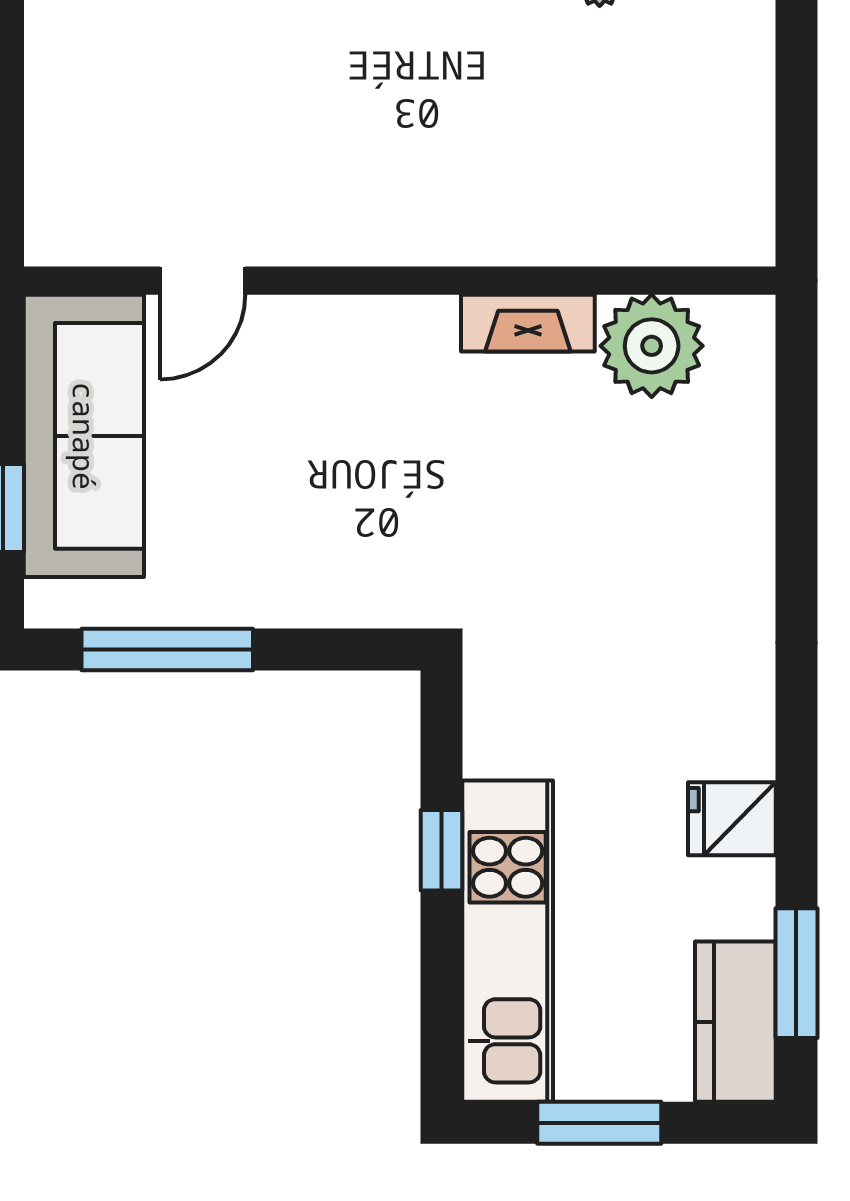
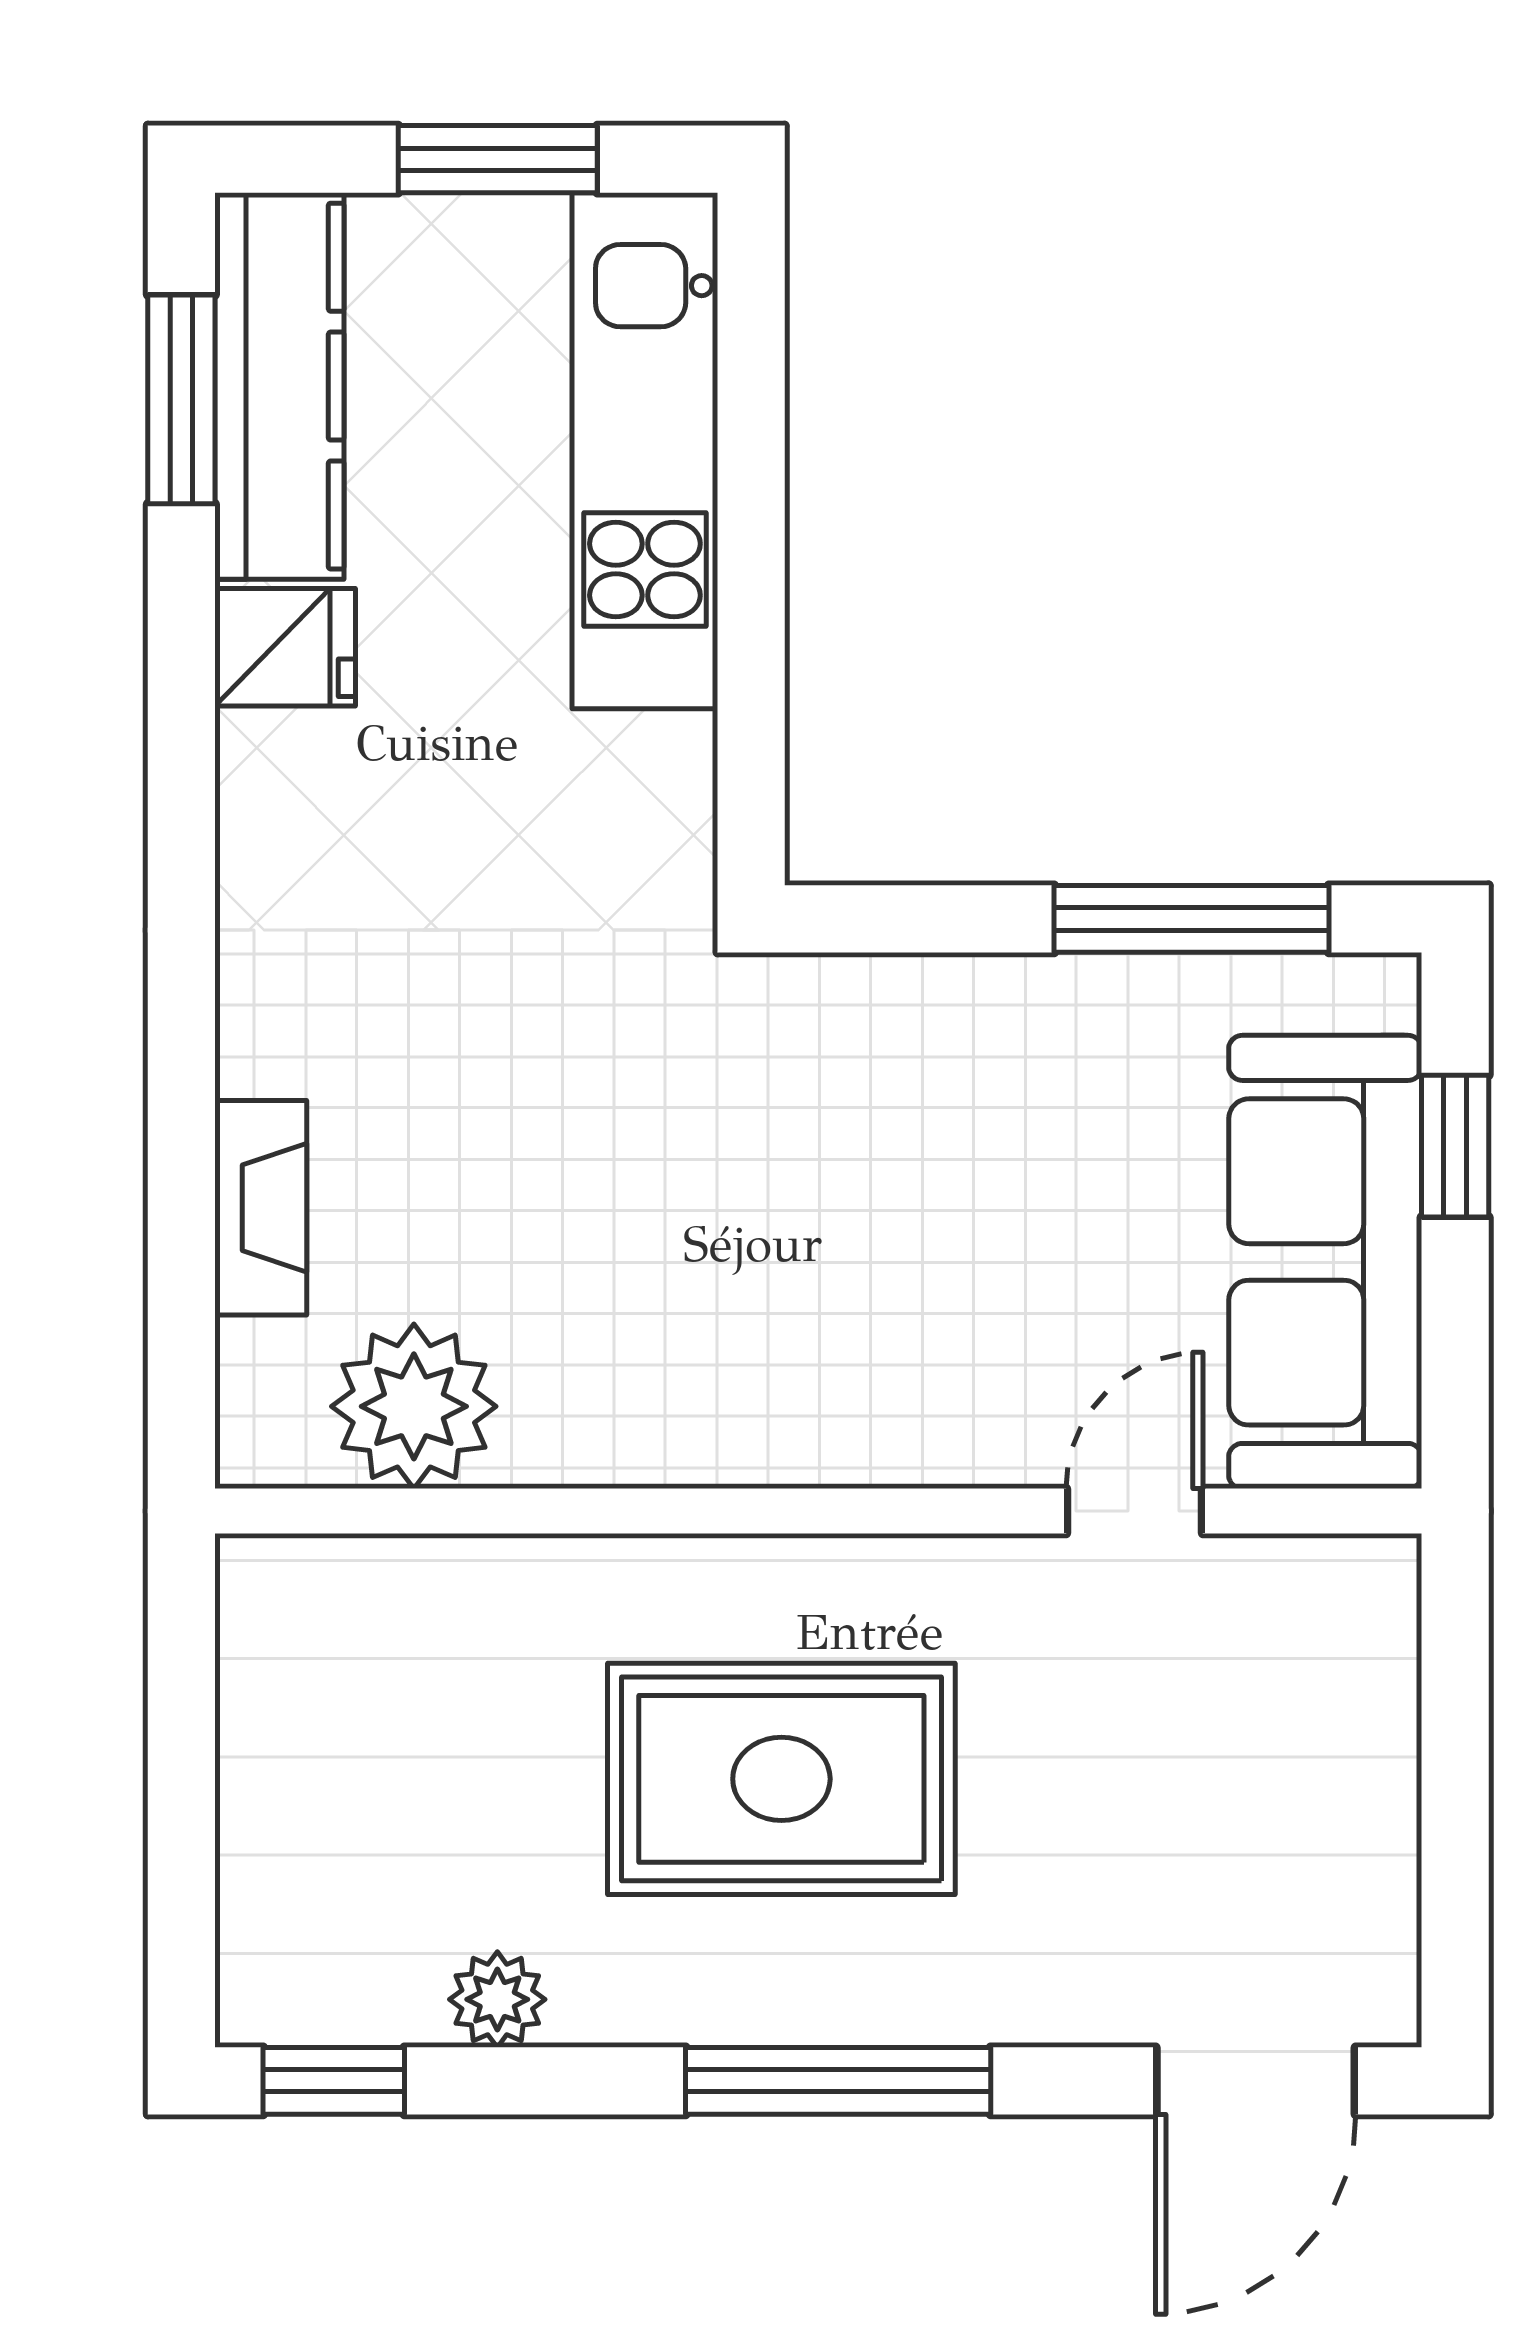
rug: (423, 114) -> (781, 1779), added
fireplace: (528, 323) -> (261, 1208), moved, turned 90
window: (441, 850) -> (751, 597), removed
kitchen counter: (735, 1022) -> (279, 386), width x1.50

